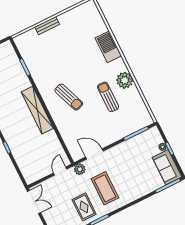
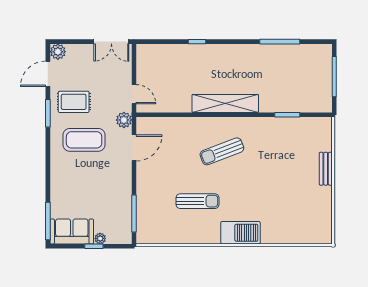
barbecue: (108, 47) -> (240, 233), moved
plant: (125, 80) -> (208, 232), removed

